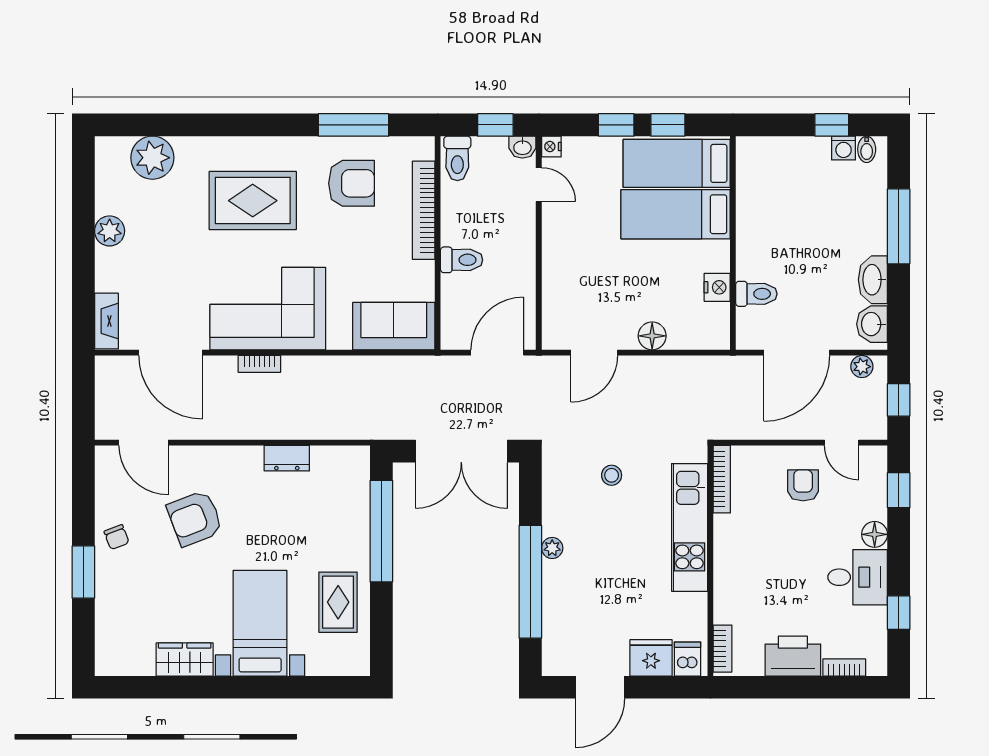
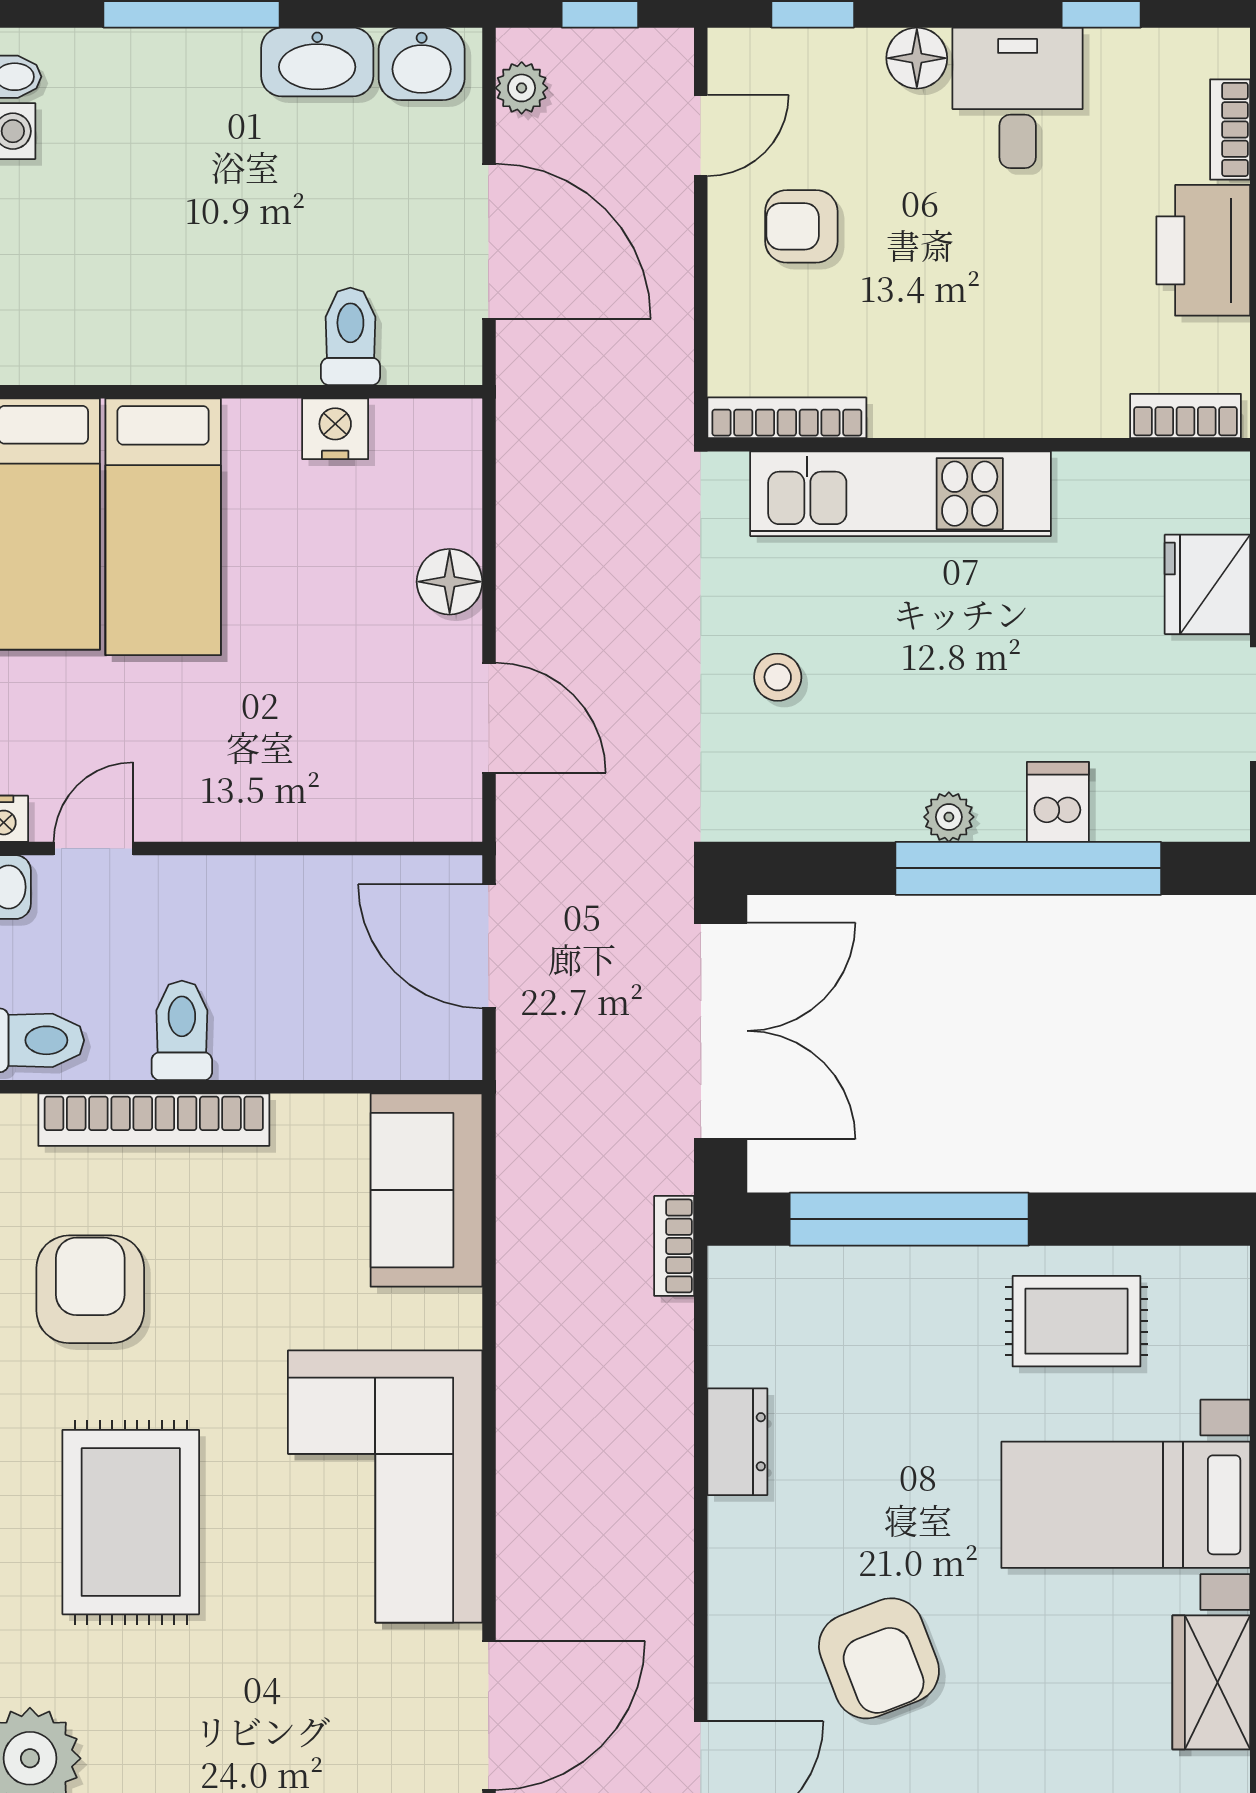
toilet: (462, 260) -> (182, 1030), moved
bookcase: (259, 364) -> (674, 1246), moved, turned 180
dishwasher: (688, 659) -> (1058, 802), moved, turned 90

